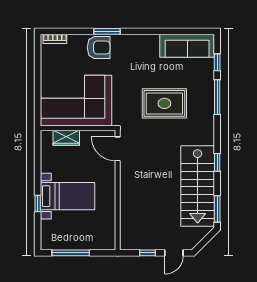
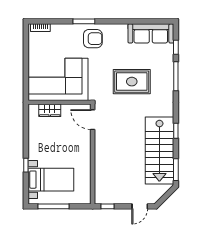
armchair: (99, 48) -> (93, 39), moved
bed with nightstands: (68, 196) -> (51, 180), moved
window: (147, 253) -> (107, 206), moved

